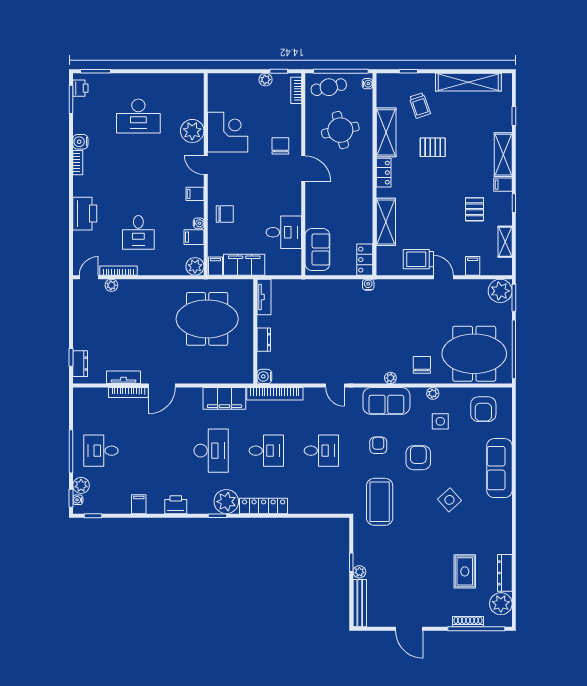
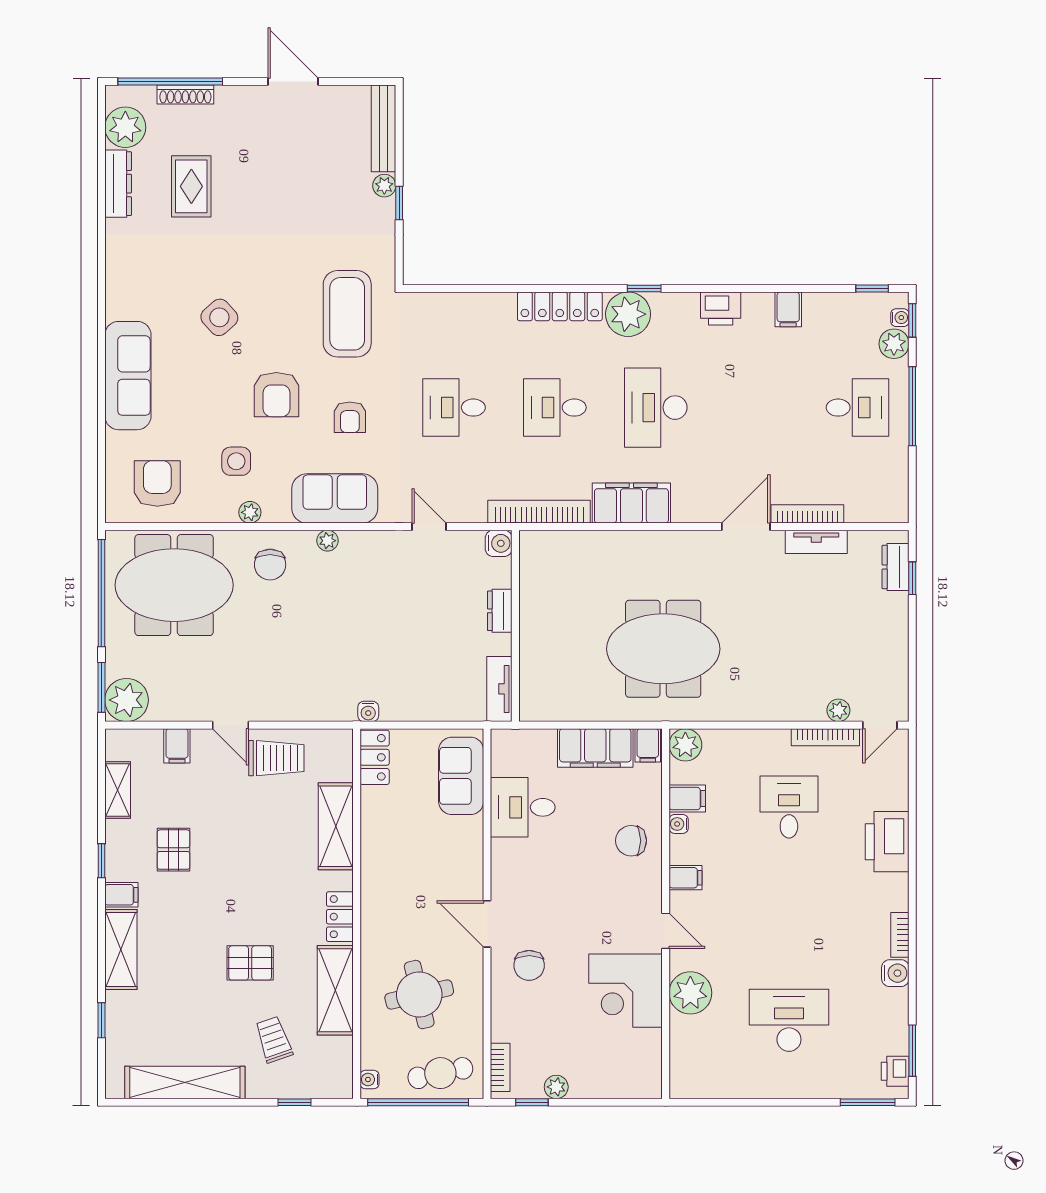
tv unit: (264, 297) -> (499, 689), moved
wall: (255, 331) -> (515, 626), moved
dresser: (264, 340) -> (500, 611), moved
water cooler: (264, 376) -> (499, 543), moved

